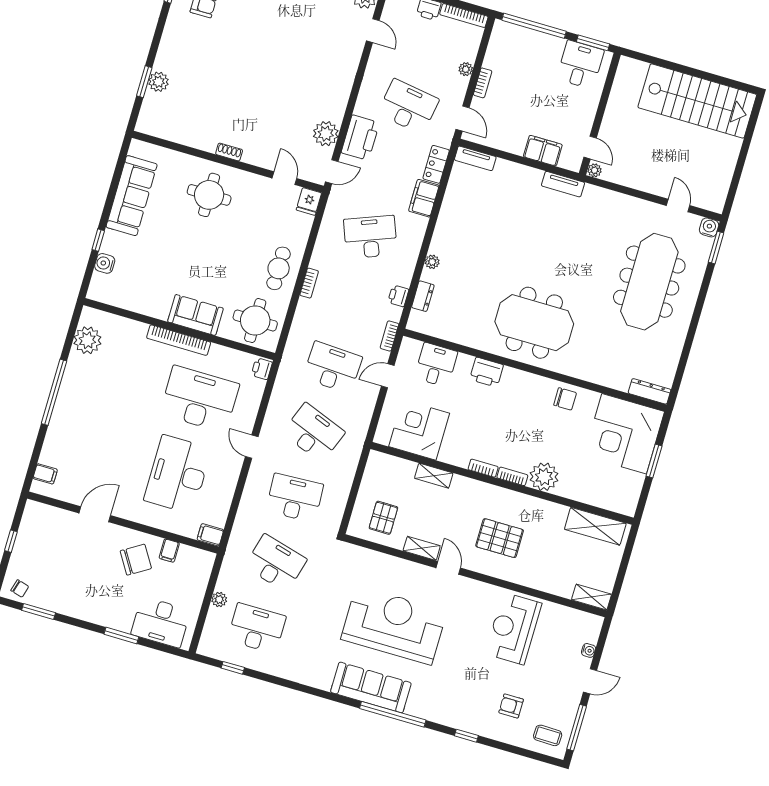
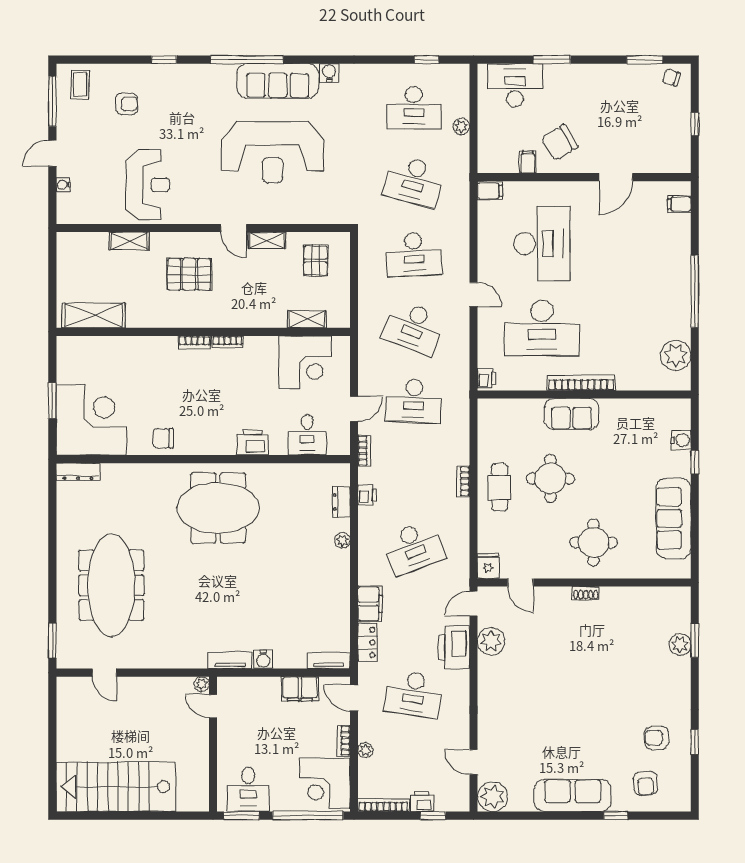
corner desk: (511, 50) -> (325, 783), added
filing cabinet: (543, 151) -> (300, 689), moved
water cooler: (709, 227) -> (263, 659), moved
round table: (255, 321) -> (550, 479), moved
shelving: (434, 476) -> (307, 319), moved
plant: (544, 477) -> (162, 351), removed
shelving: (591, 597) -> (129, 241), moved
water cooler: (323, 681) -> (329, 73), added
coffee table: (548, 735) -> (80, 84), turned 90

